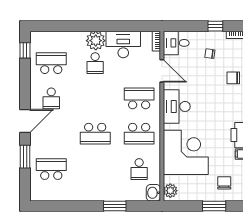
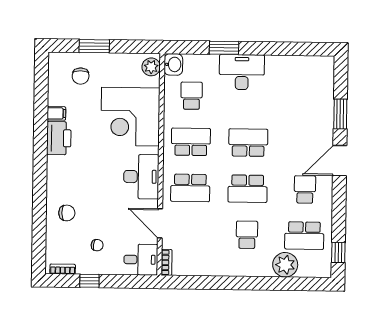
plant: (96, 41) -> (285, 265), moved
desk: (123, 44) -> (242, 72), moved, turned 180
school desk: (51, 169) -> (248, 189), moved

